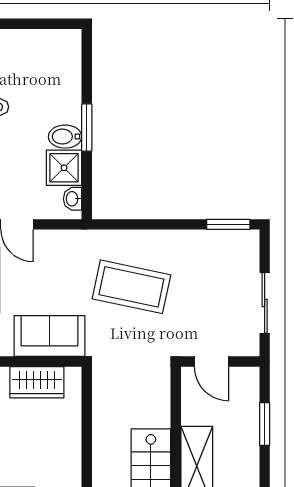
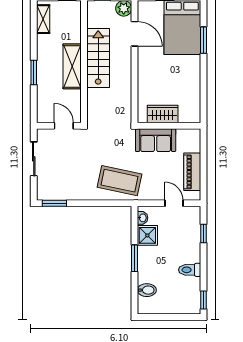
bidet: (65, 137) -> (147, 290), moved
coffee table: (131, 287) -> (119, 181), moved
window: (265, 424) -> (34, 72), moved

